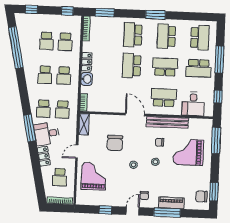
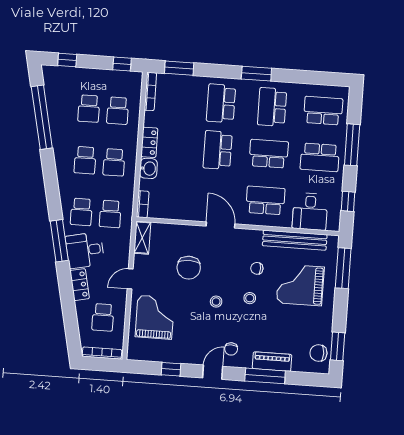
school desk: (200, 38) -> (323, 111), turned -90
bench: (167, 122) -> (295, 240), moved

